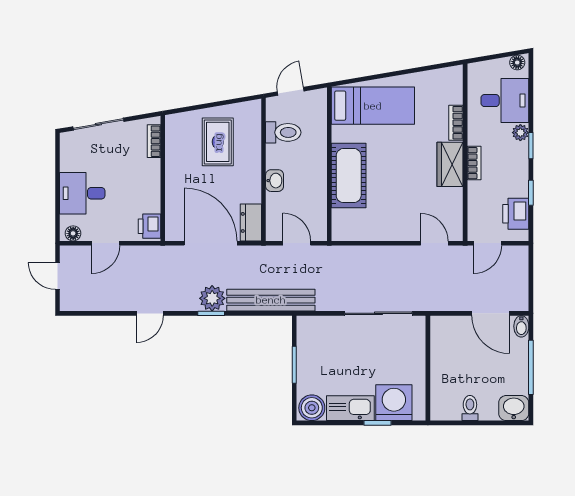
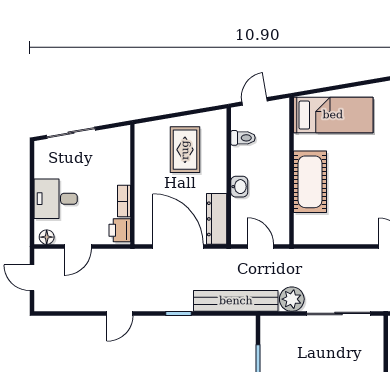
toilet: (283, 132) -> (243, 138), width x0.73, depth x0.72
bookcase: (154, 141) -> (124, 201), moved
dresser: (251, 222) -> (217, 219), width x1.44
plant: (212, 298) -> (292, 299), moved

